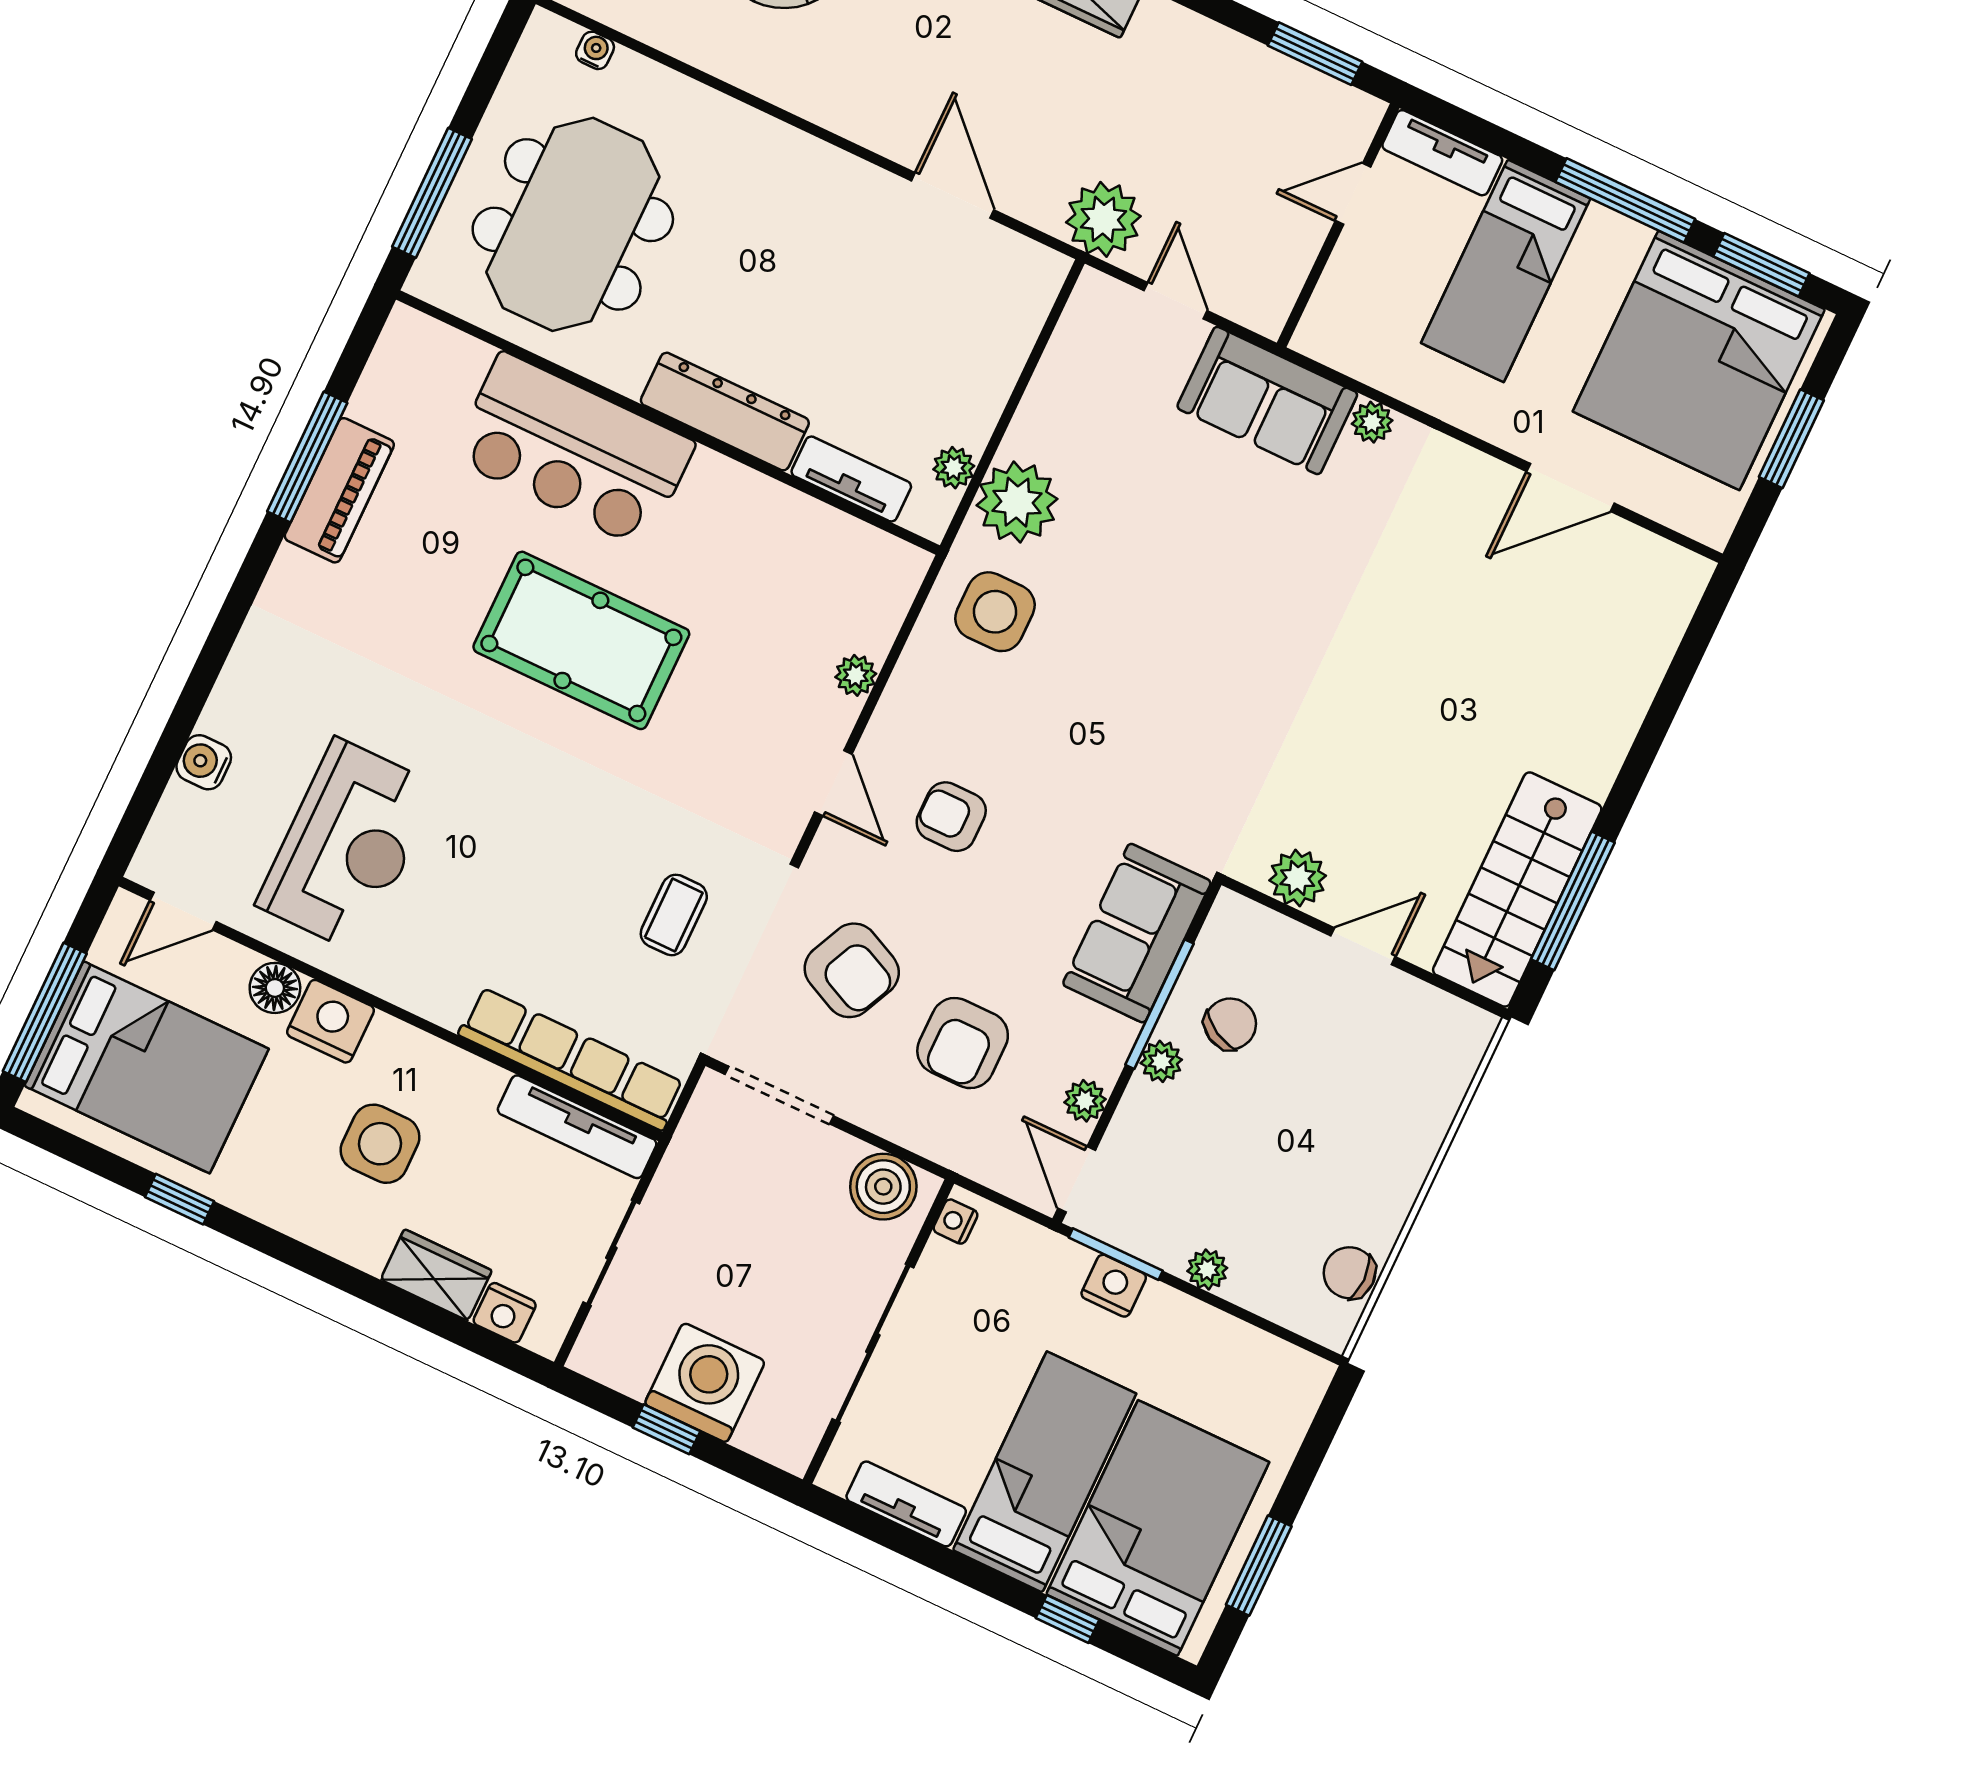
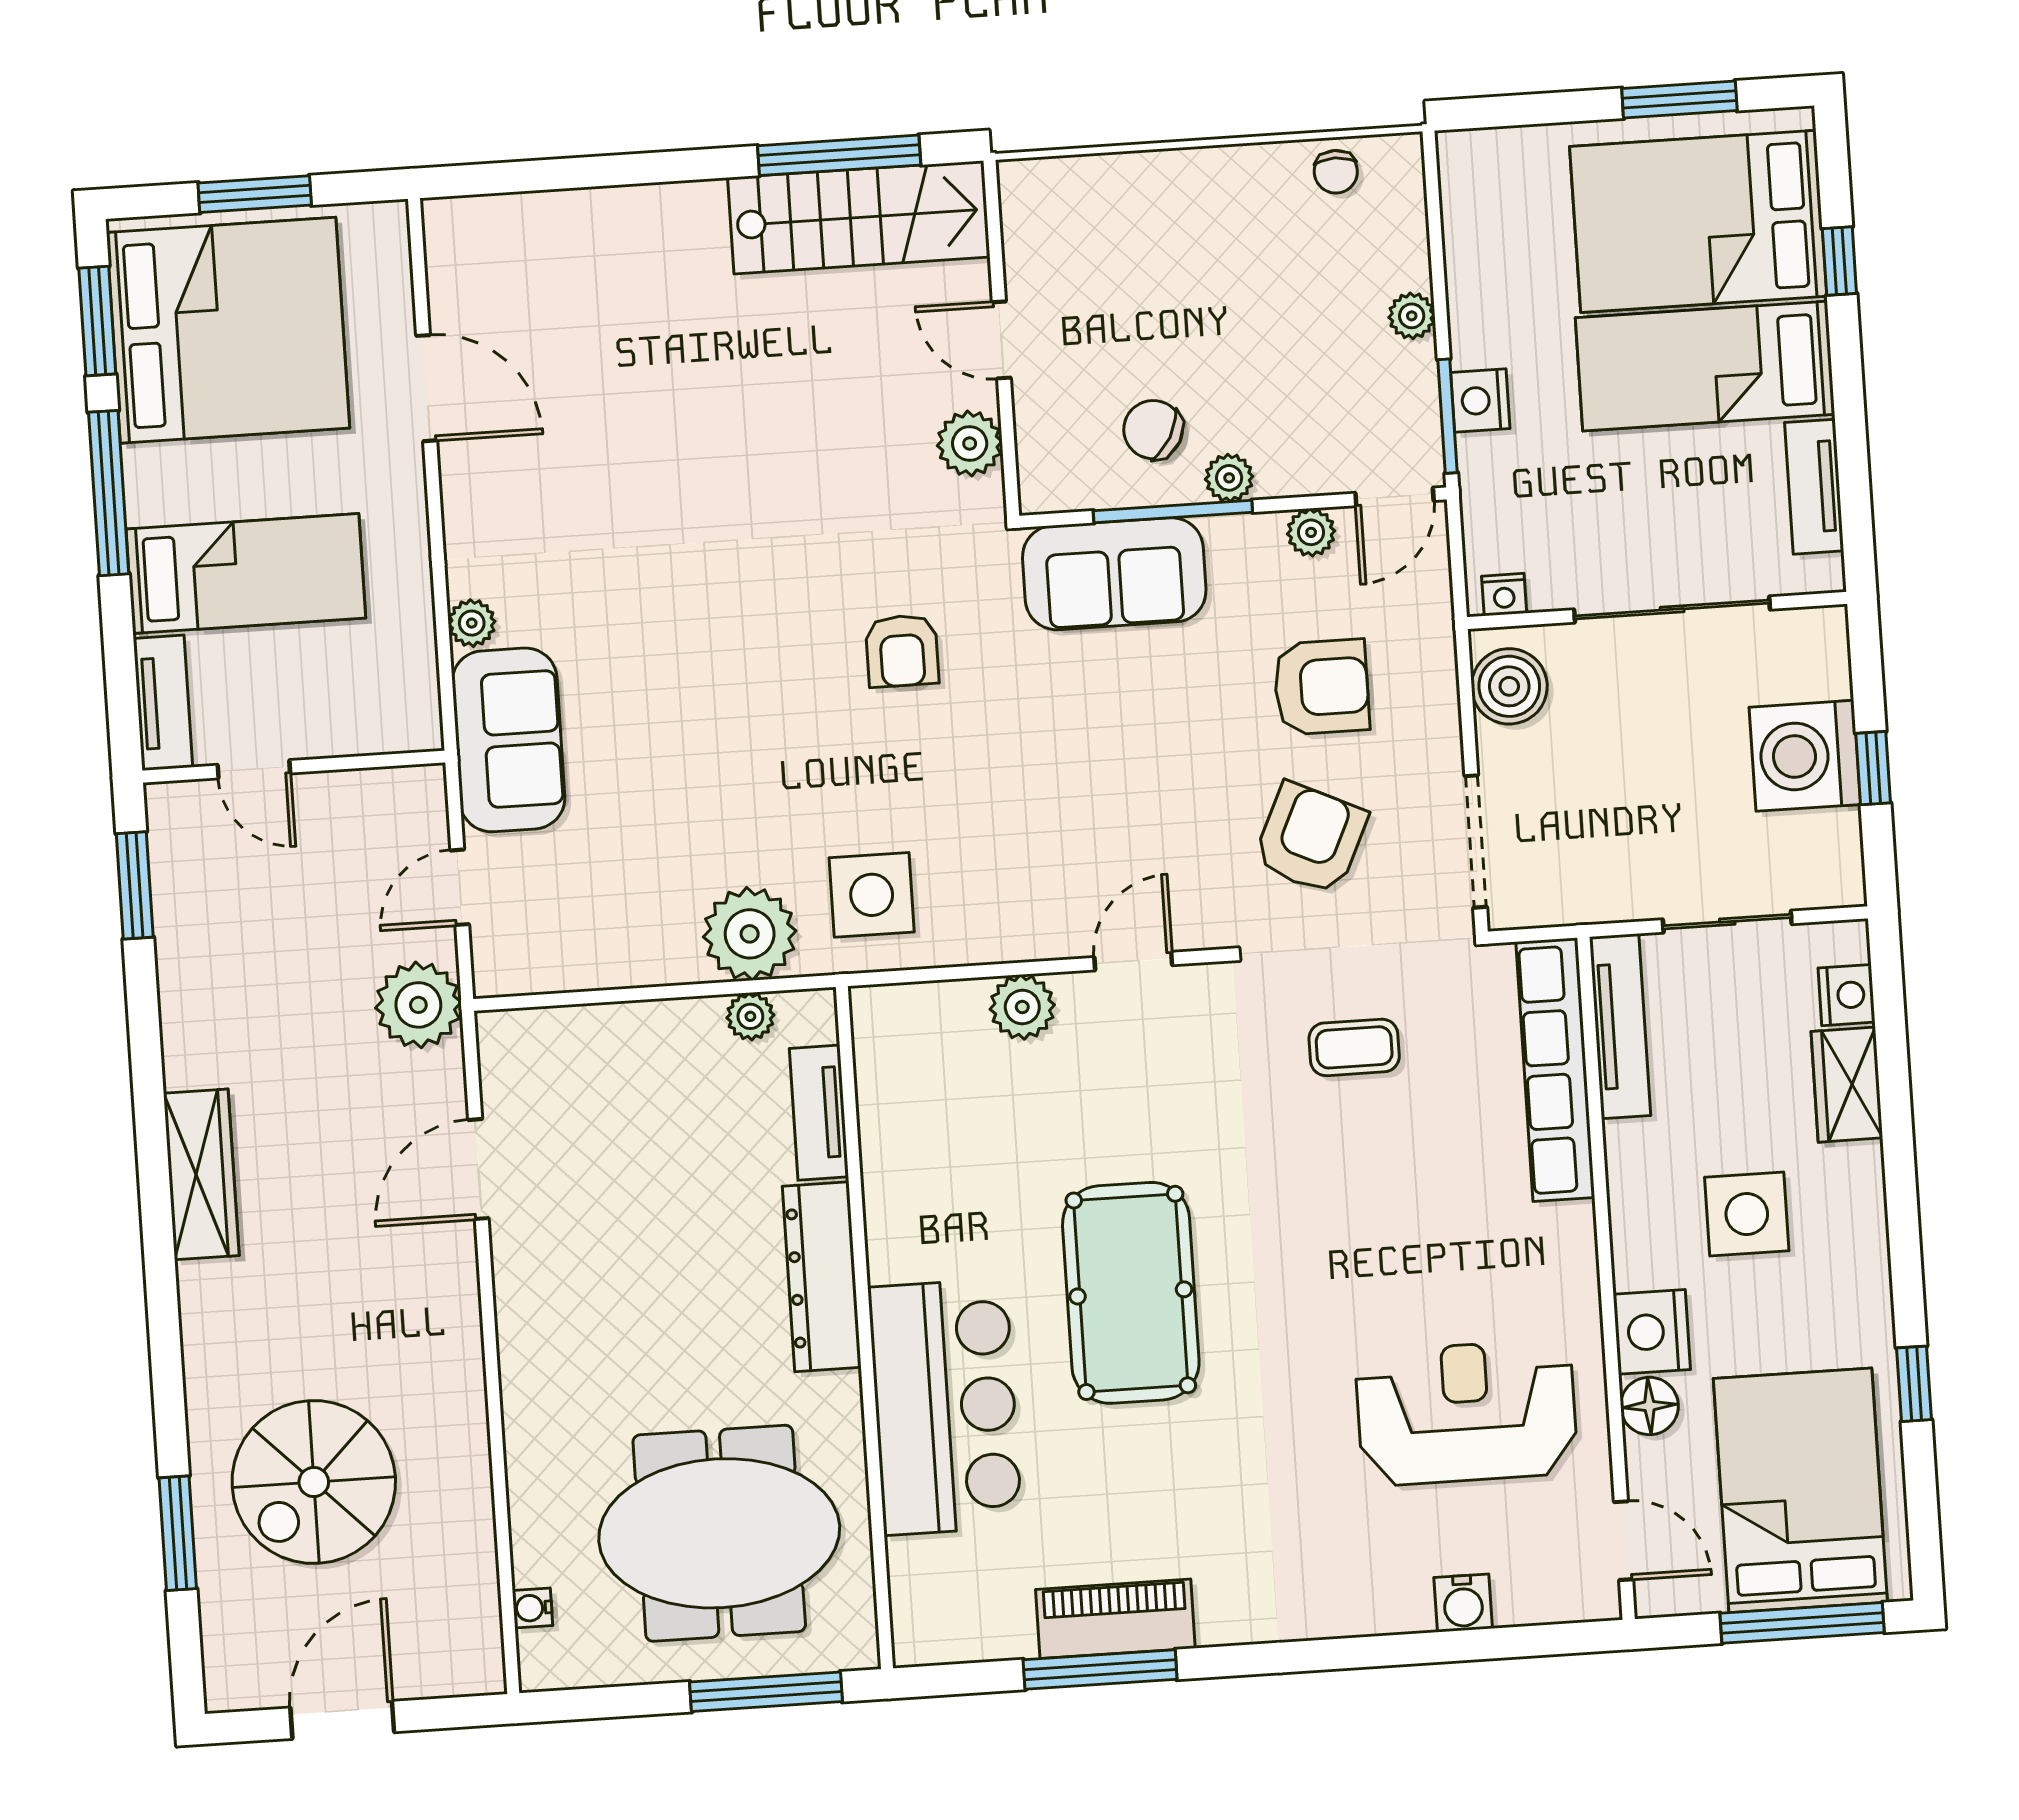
plant: (856, 675) -> (1022, 1007), width x1.38, depth x1.38
armchair: (951, 817) -> (902, 651), moved
chair: (1349, 1273) -> (1336, 172), width x0.73, depth x0.73

